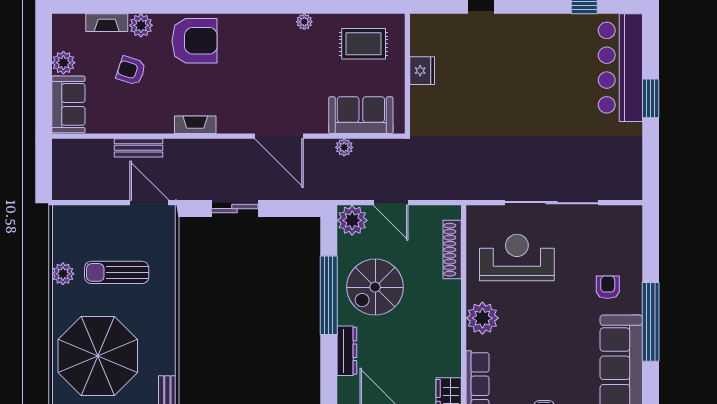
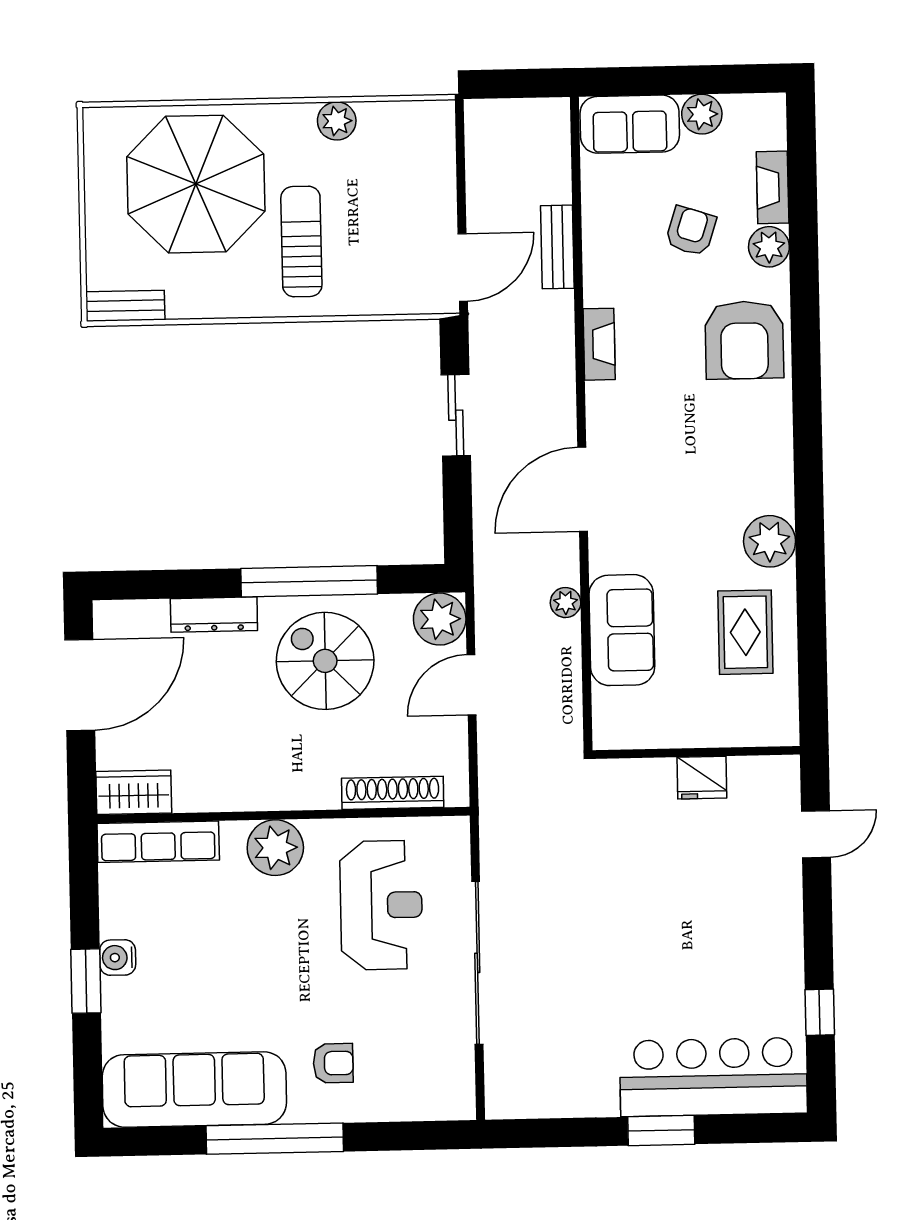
plant: (304, 22) -> (770, 541), width x1.88, depth x1.88
fridge: (422, 71) -> (702, 778), moved
wall: (407, 74) -> (696, 752), moved
sun lounger: (117, 272) -> (301, 242), moved

